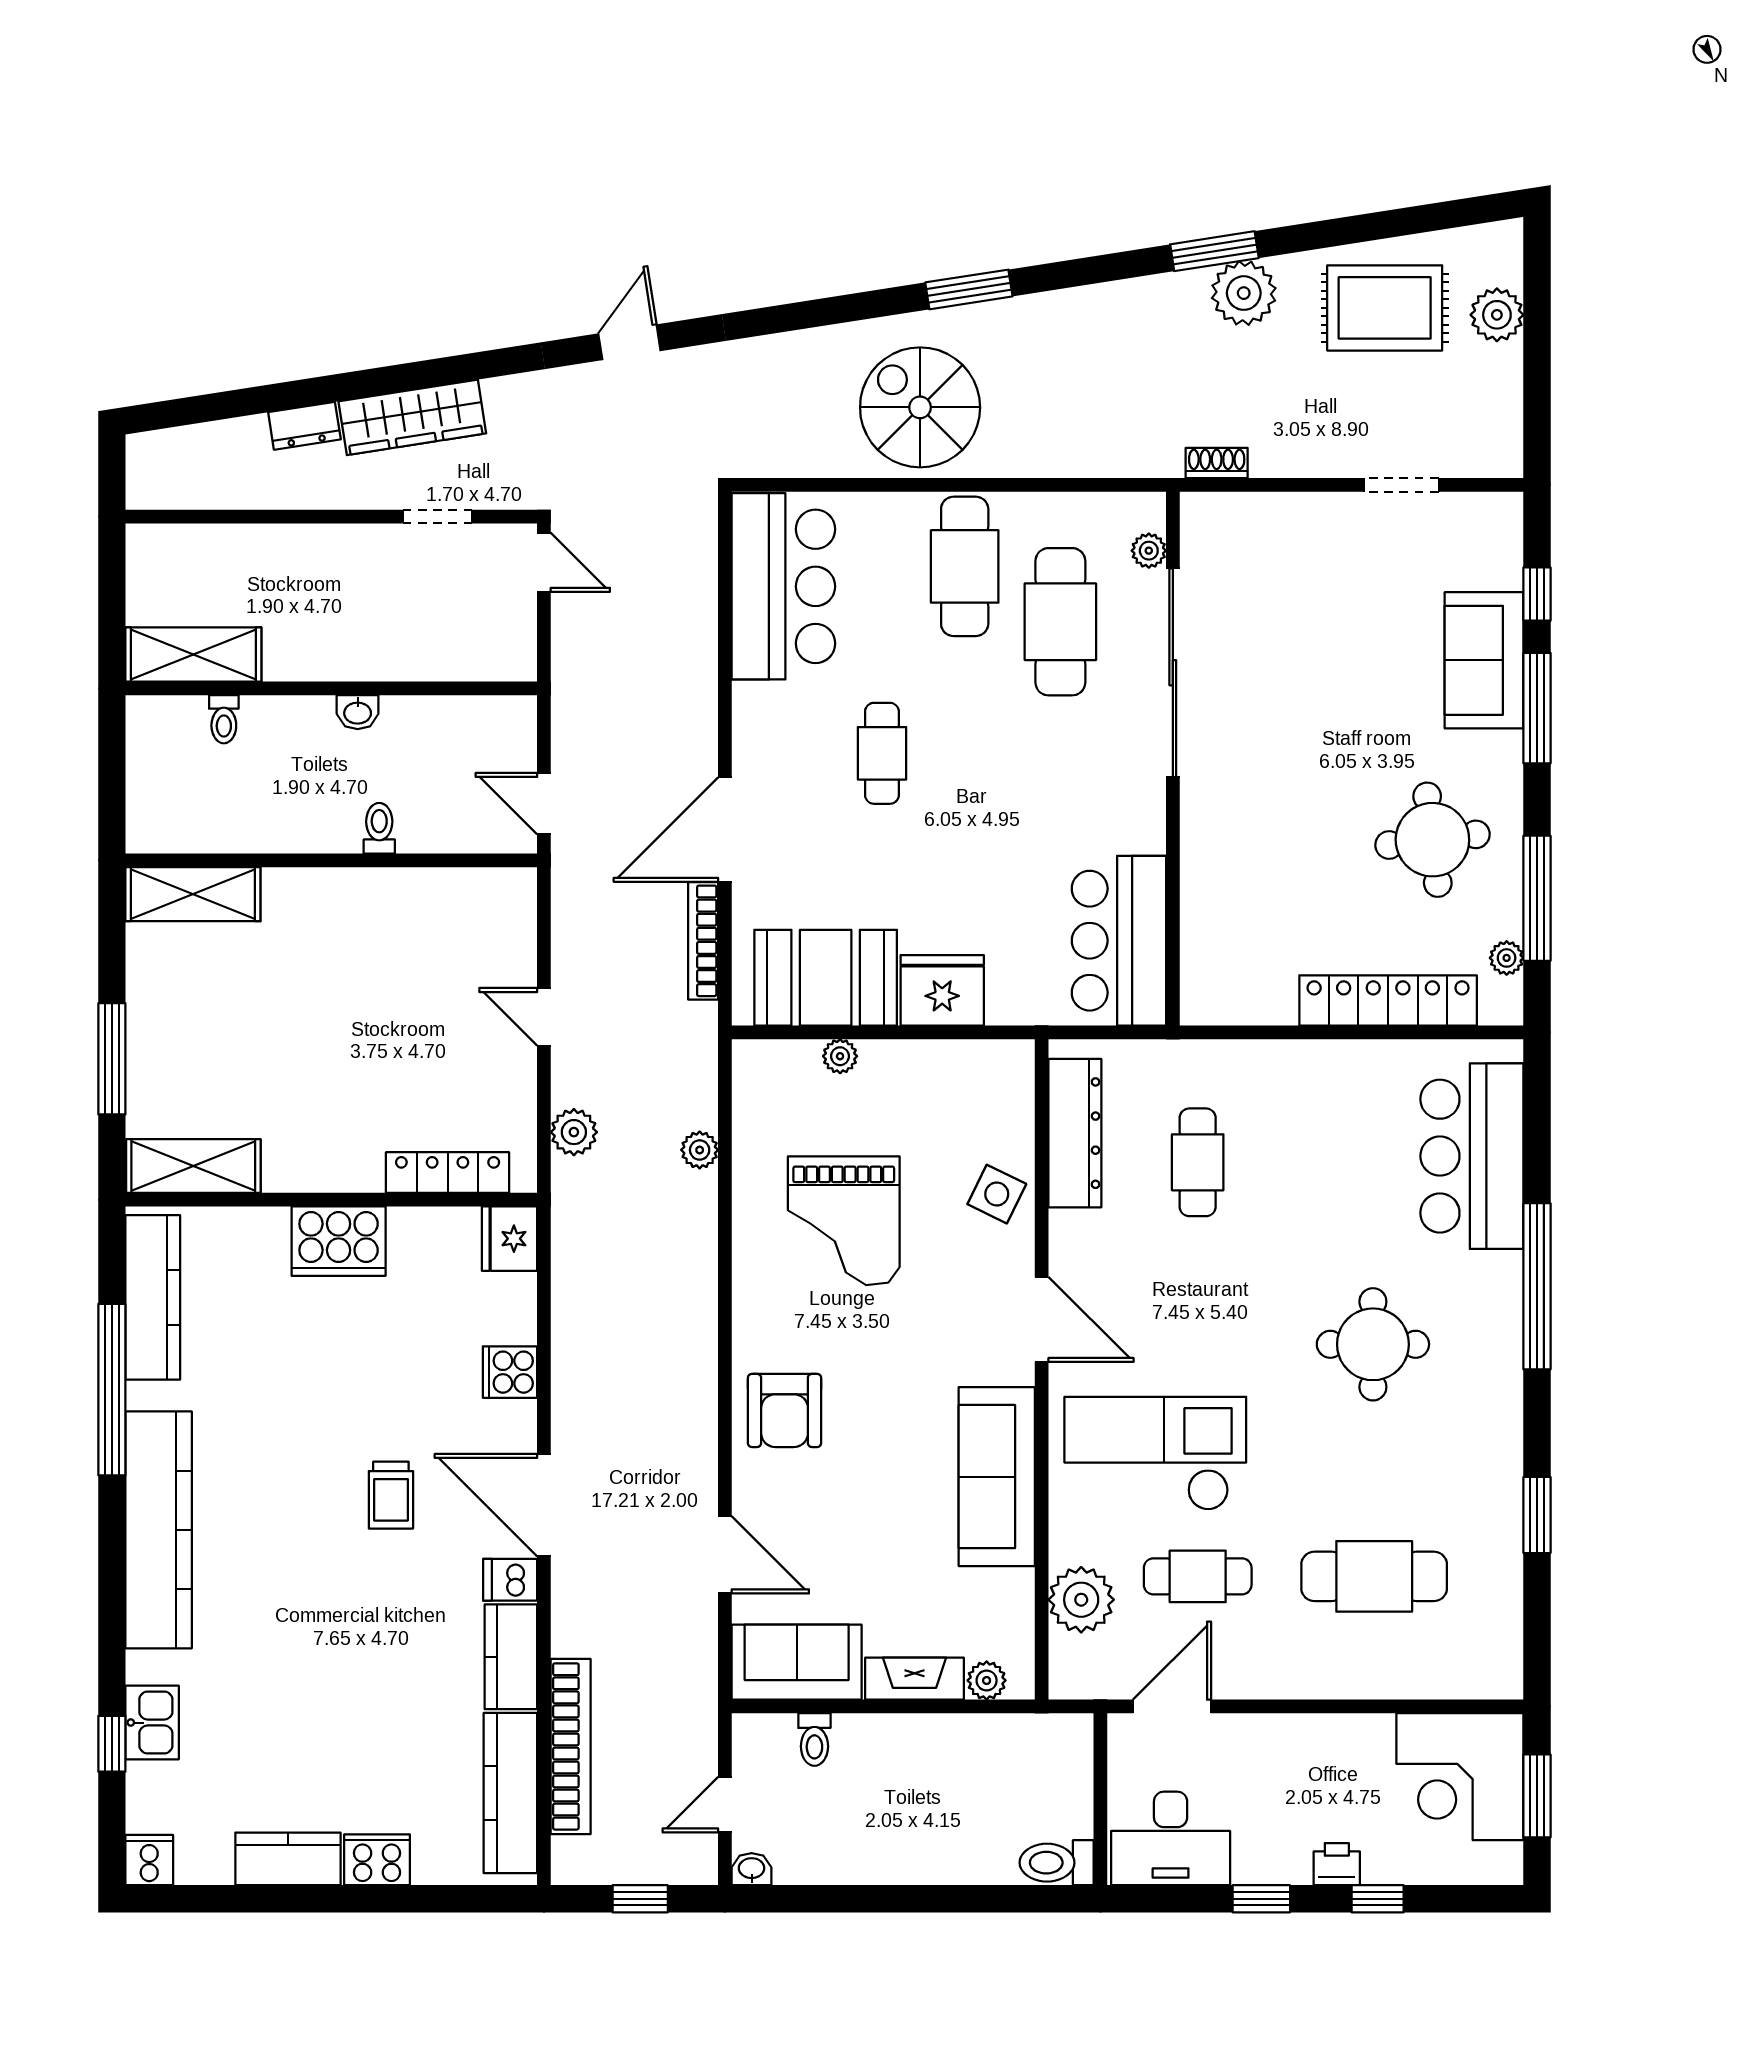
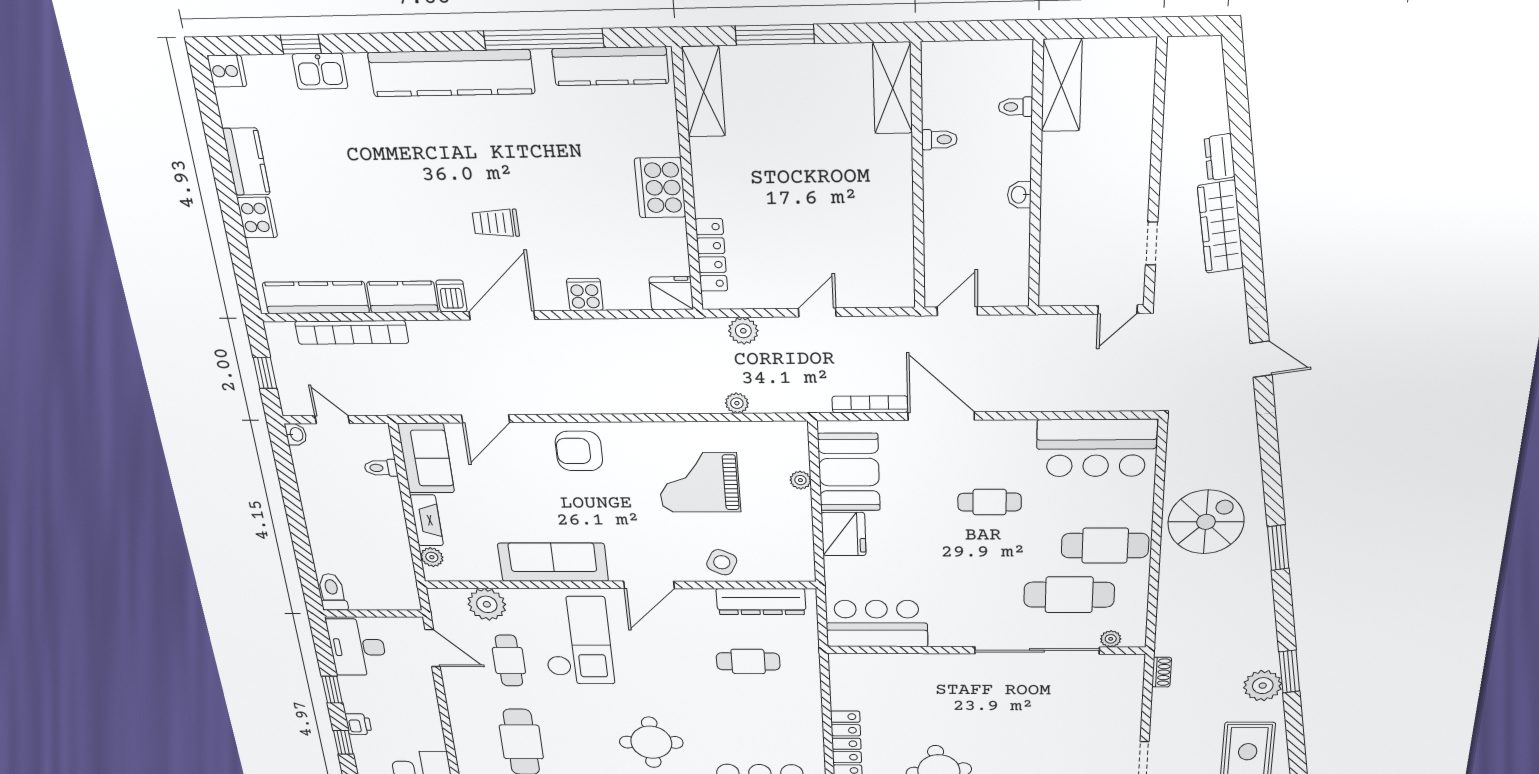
toilet: (379, 828) -> (939, 140), moved

